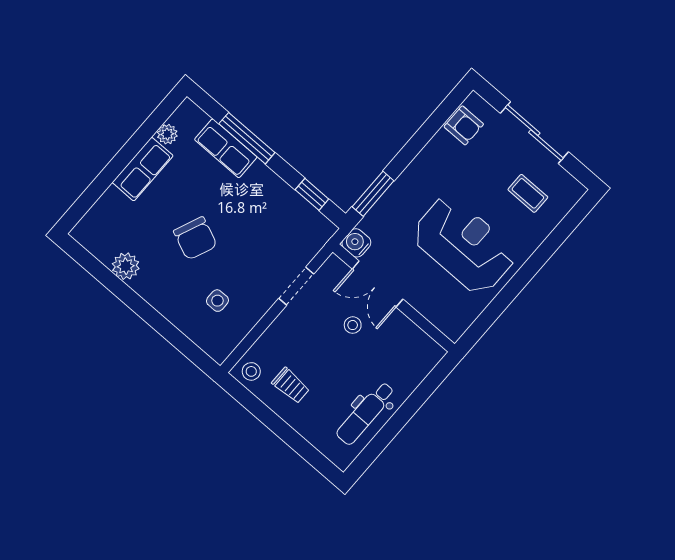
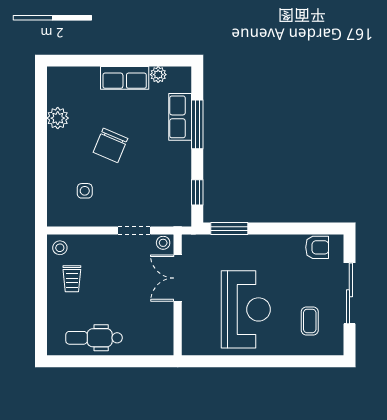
armchair: (464, 125) -> (317, 247), turned -90
water cooler: (356, 243) -> (191, 244), removed
stool: (353, 325) -> (163, 243), moved

